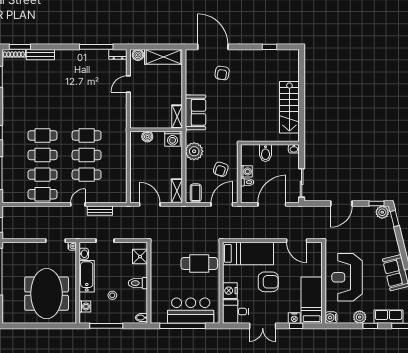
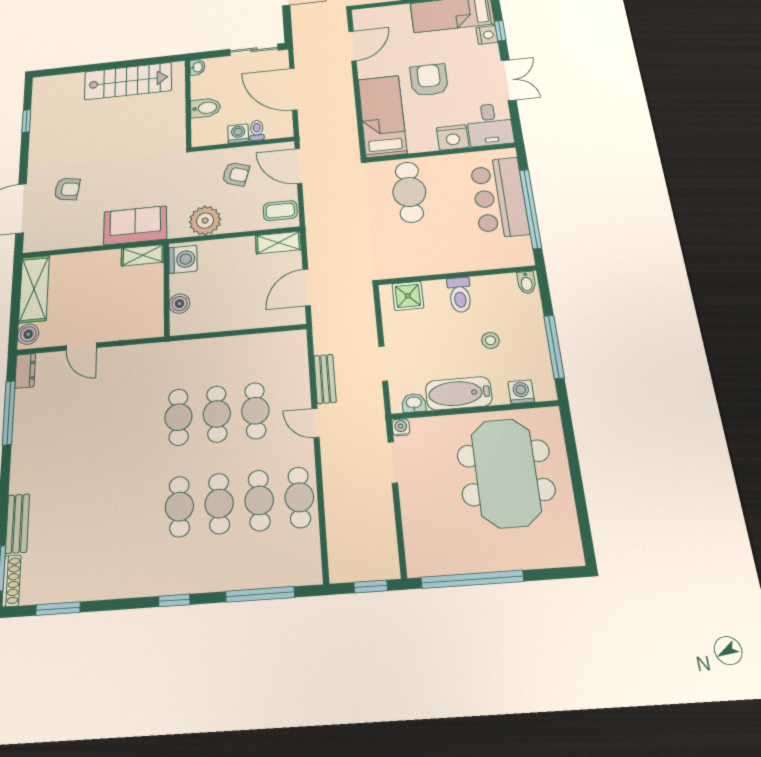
meeting table: (47, 294) -> (506, 473), turned 90

